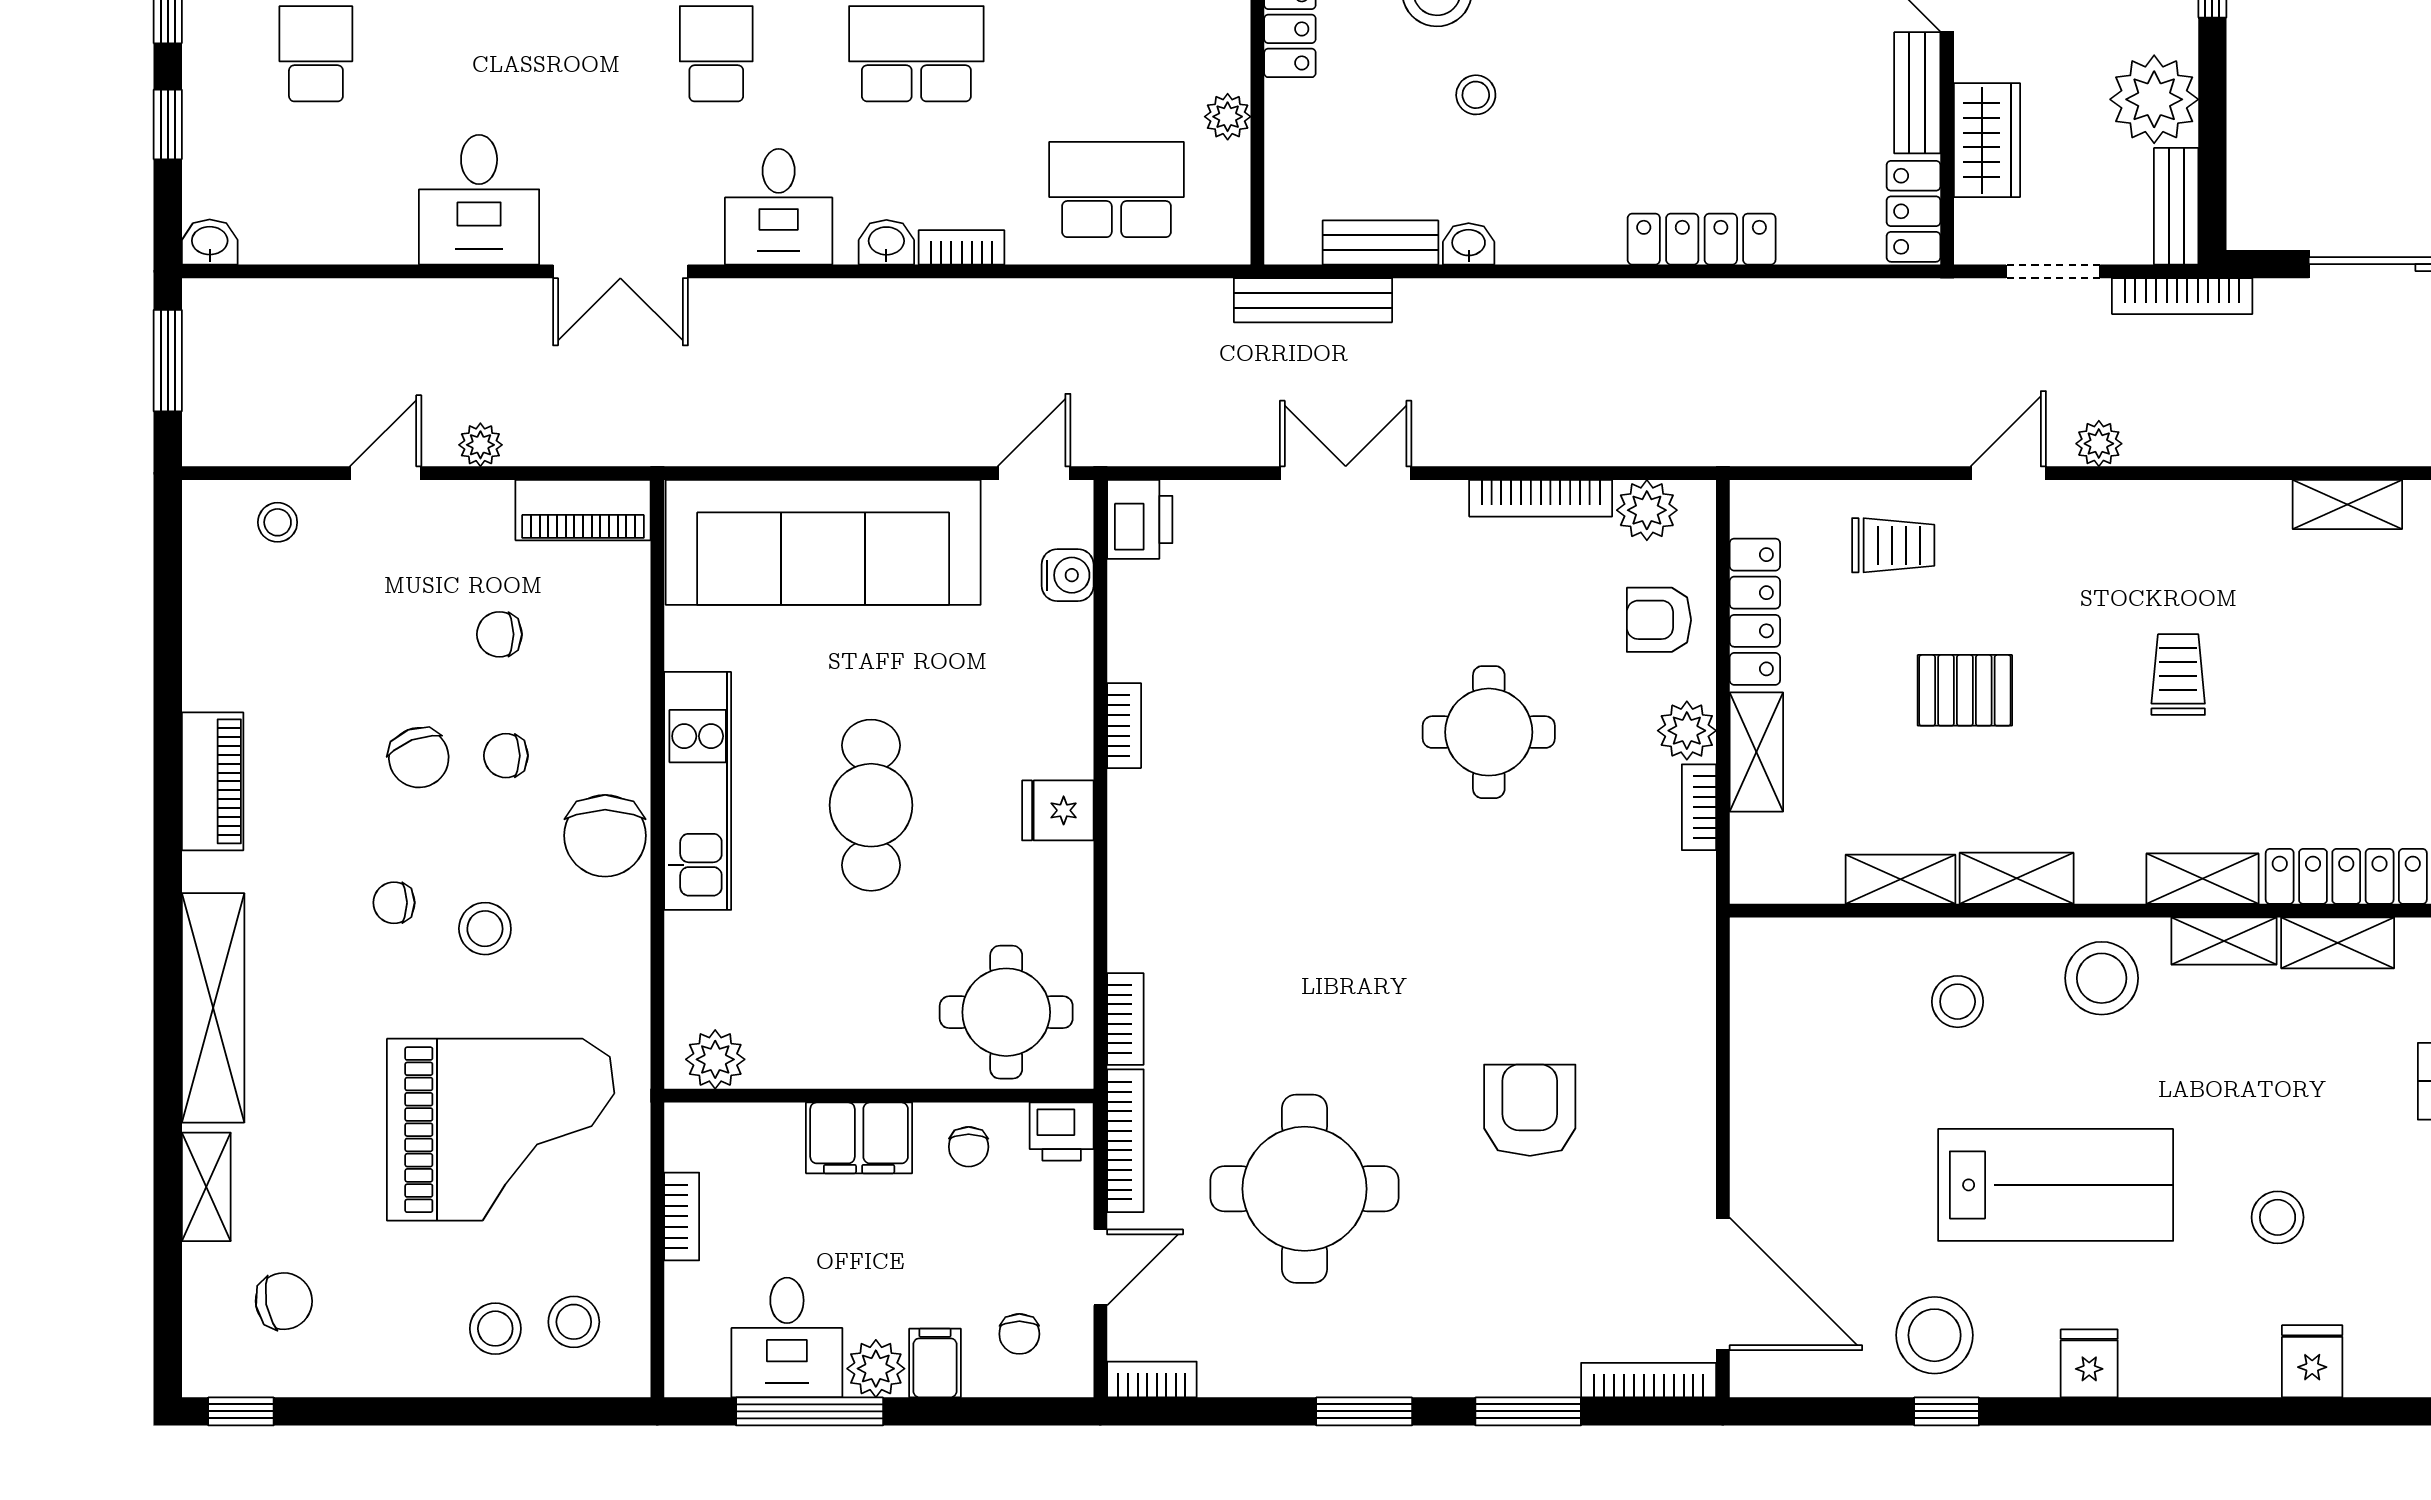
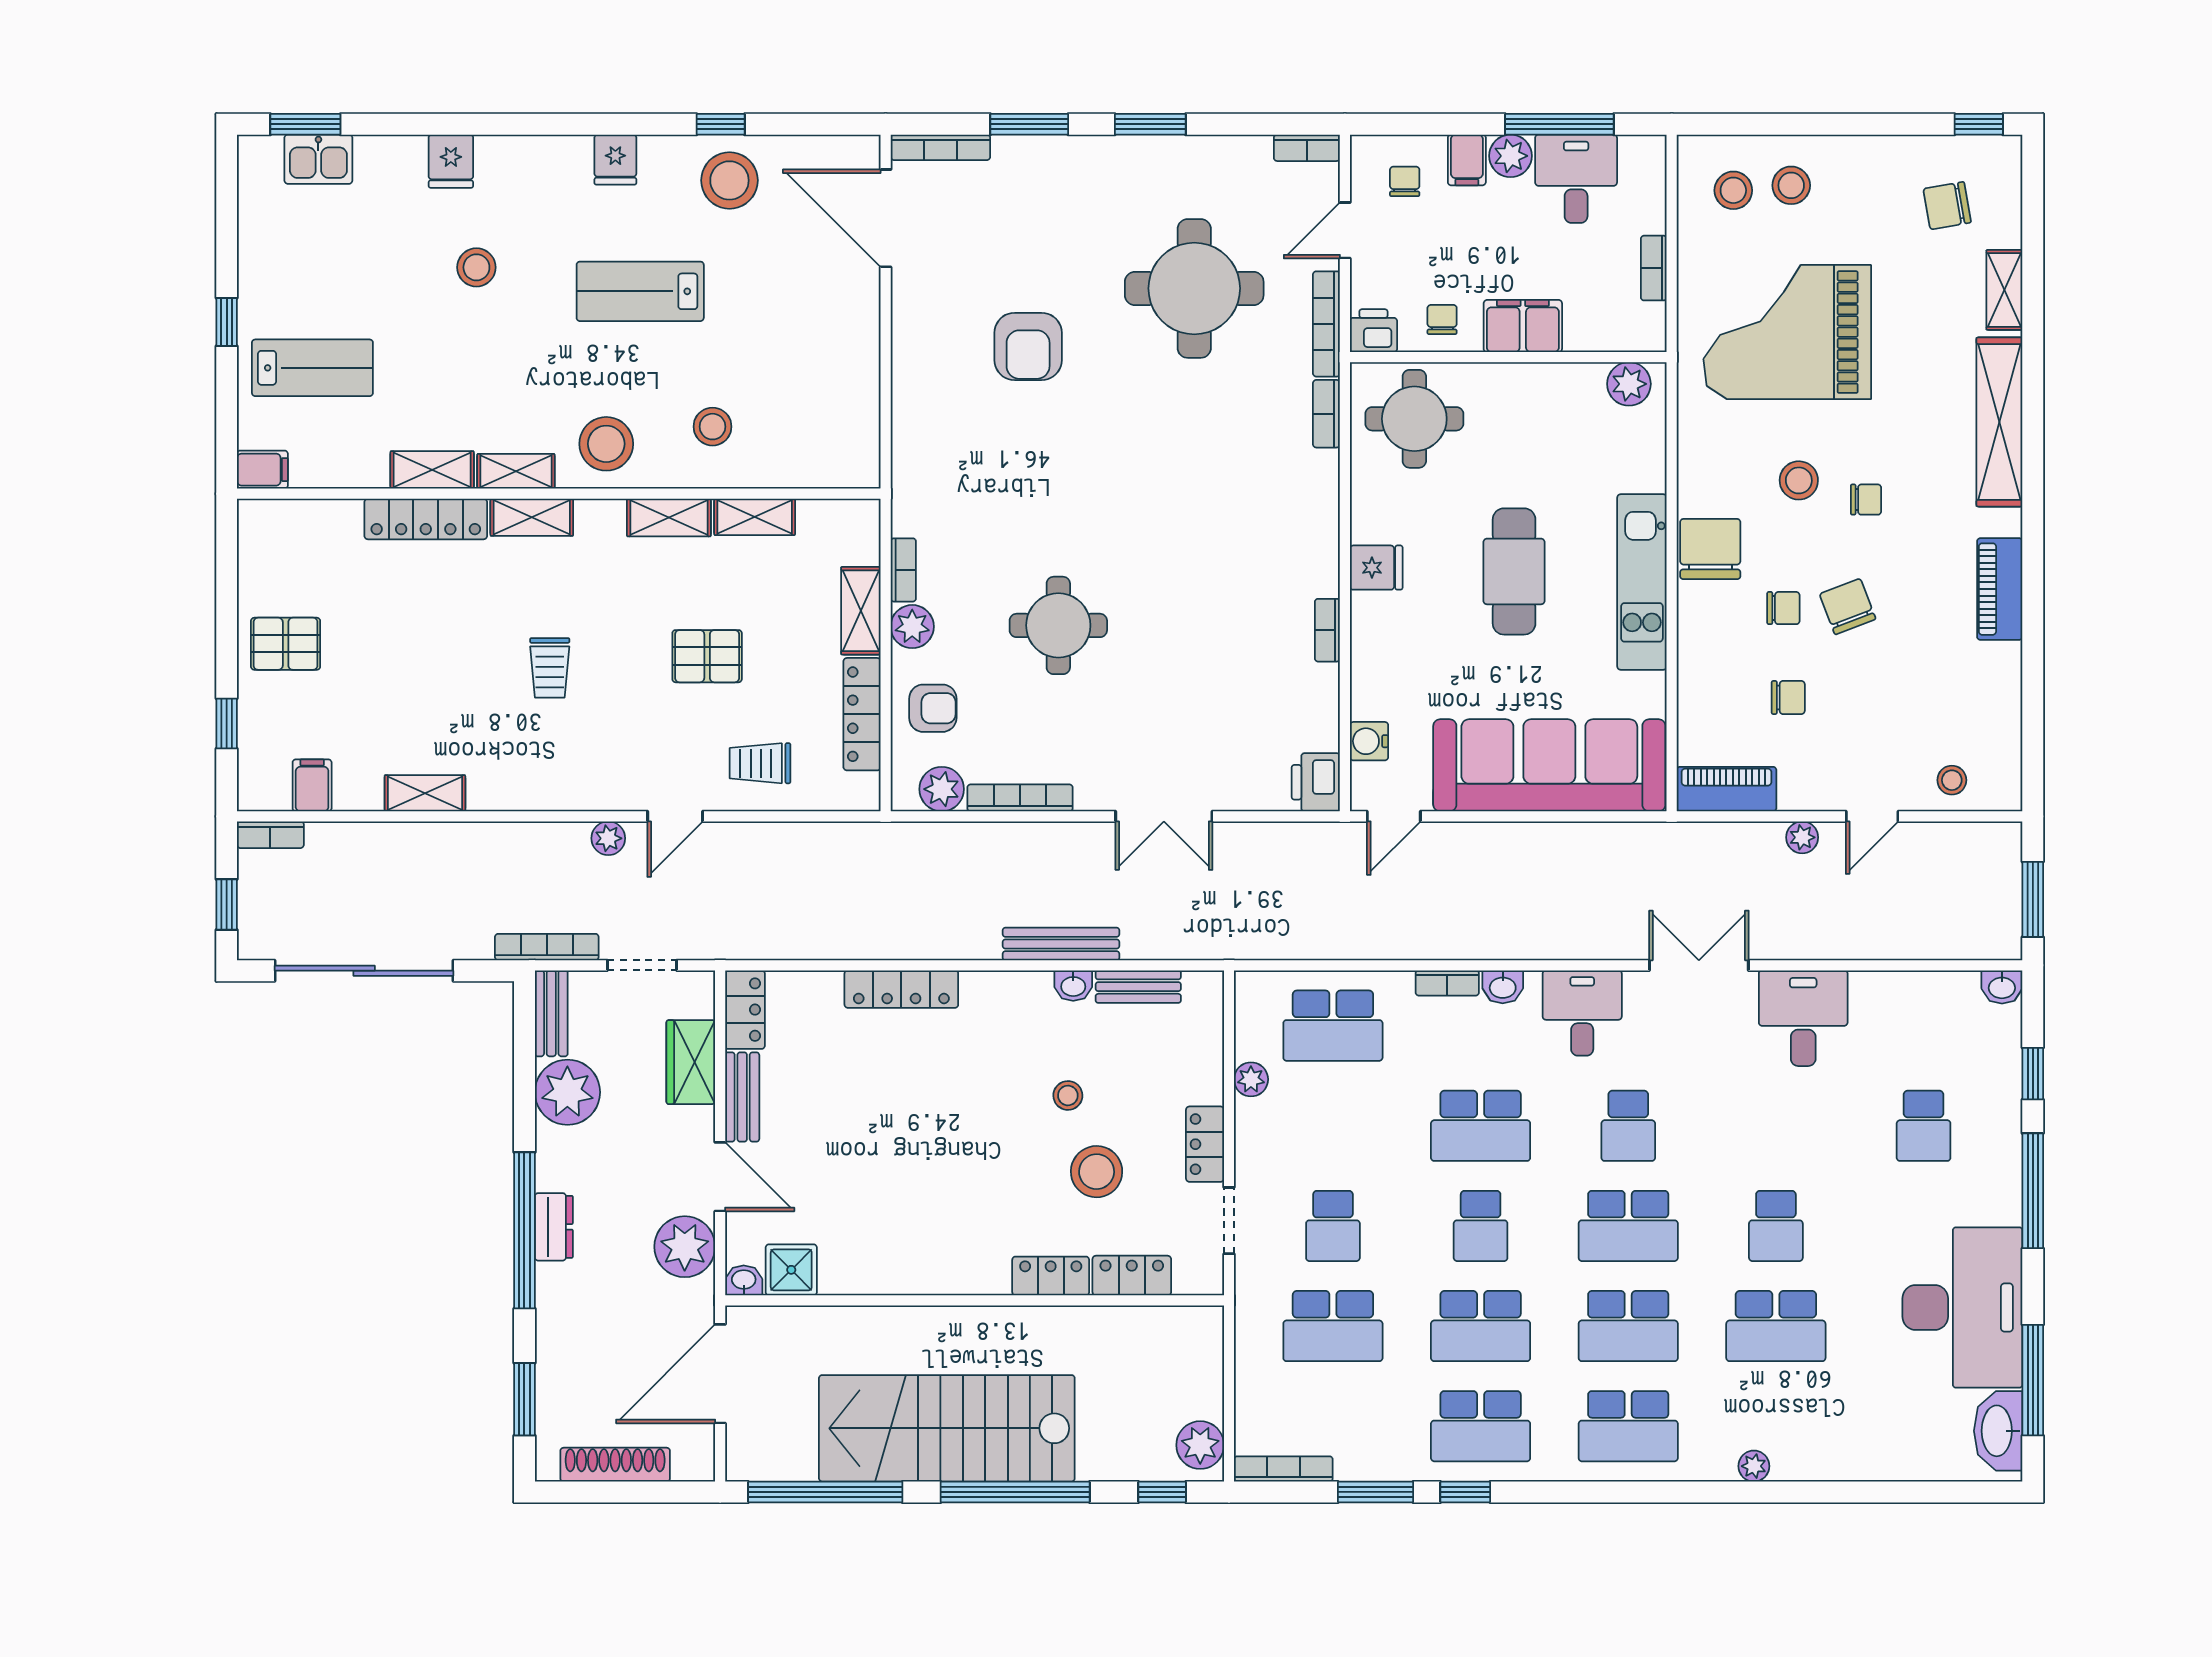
bench: (1313, 300) -> (1061, 944), moved
lab bench: (2056, 1185) -> (640, 291), width x0.73, depth x0.72

